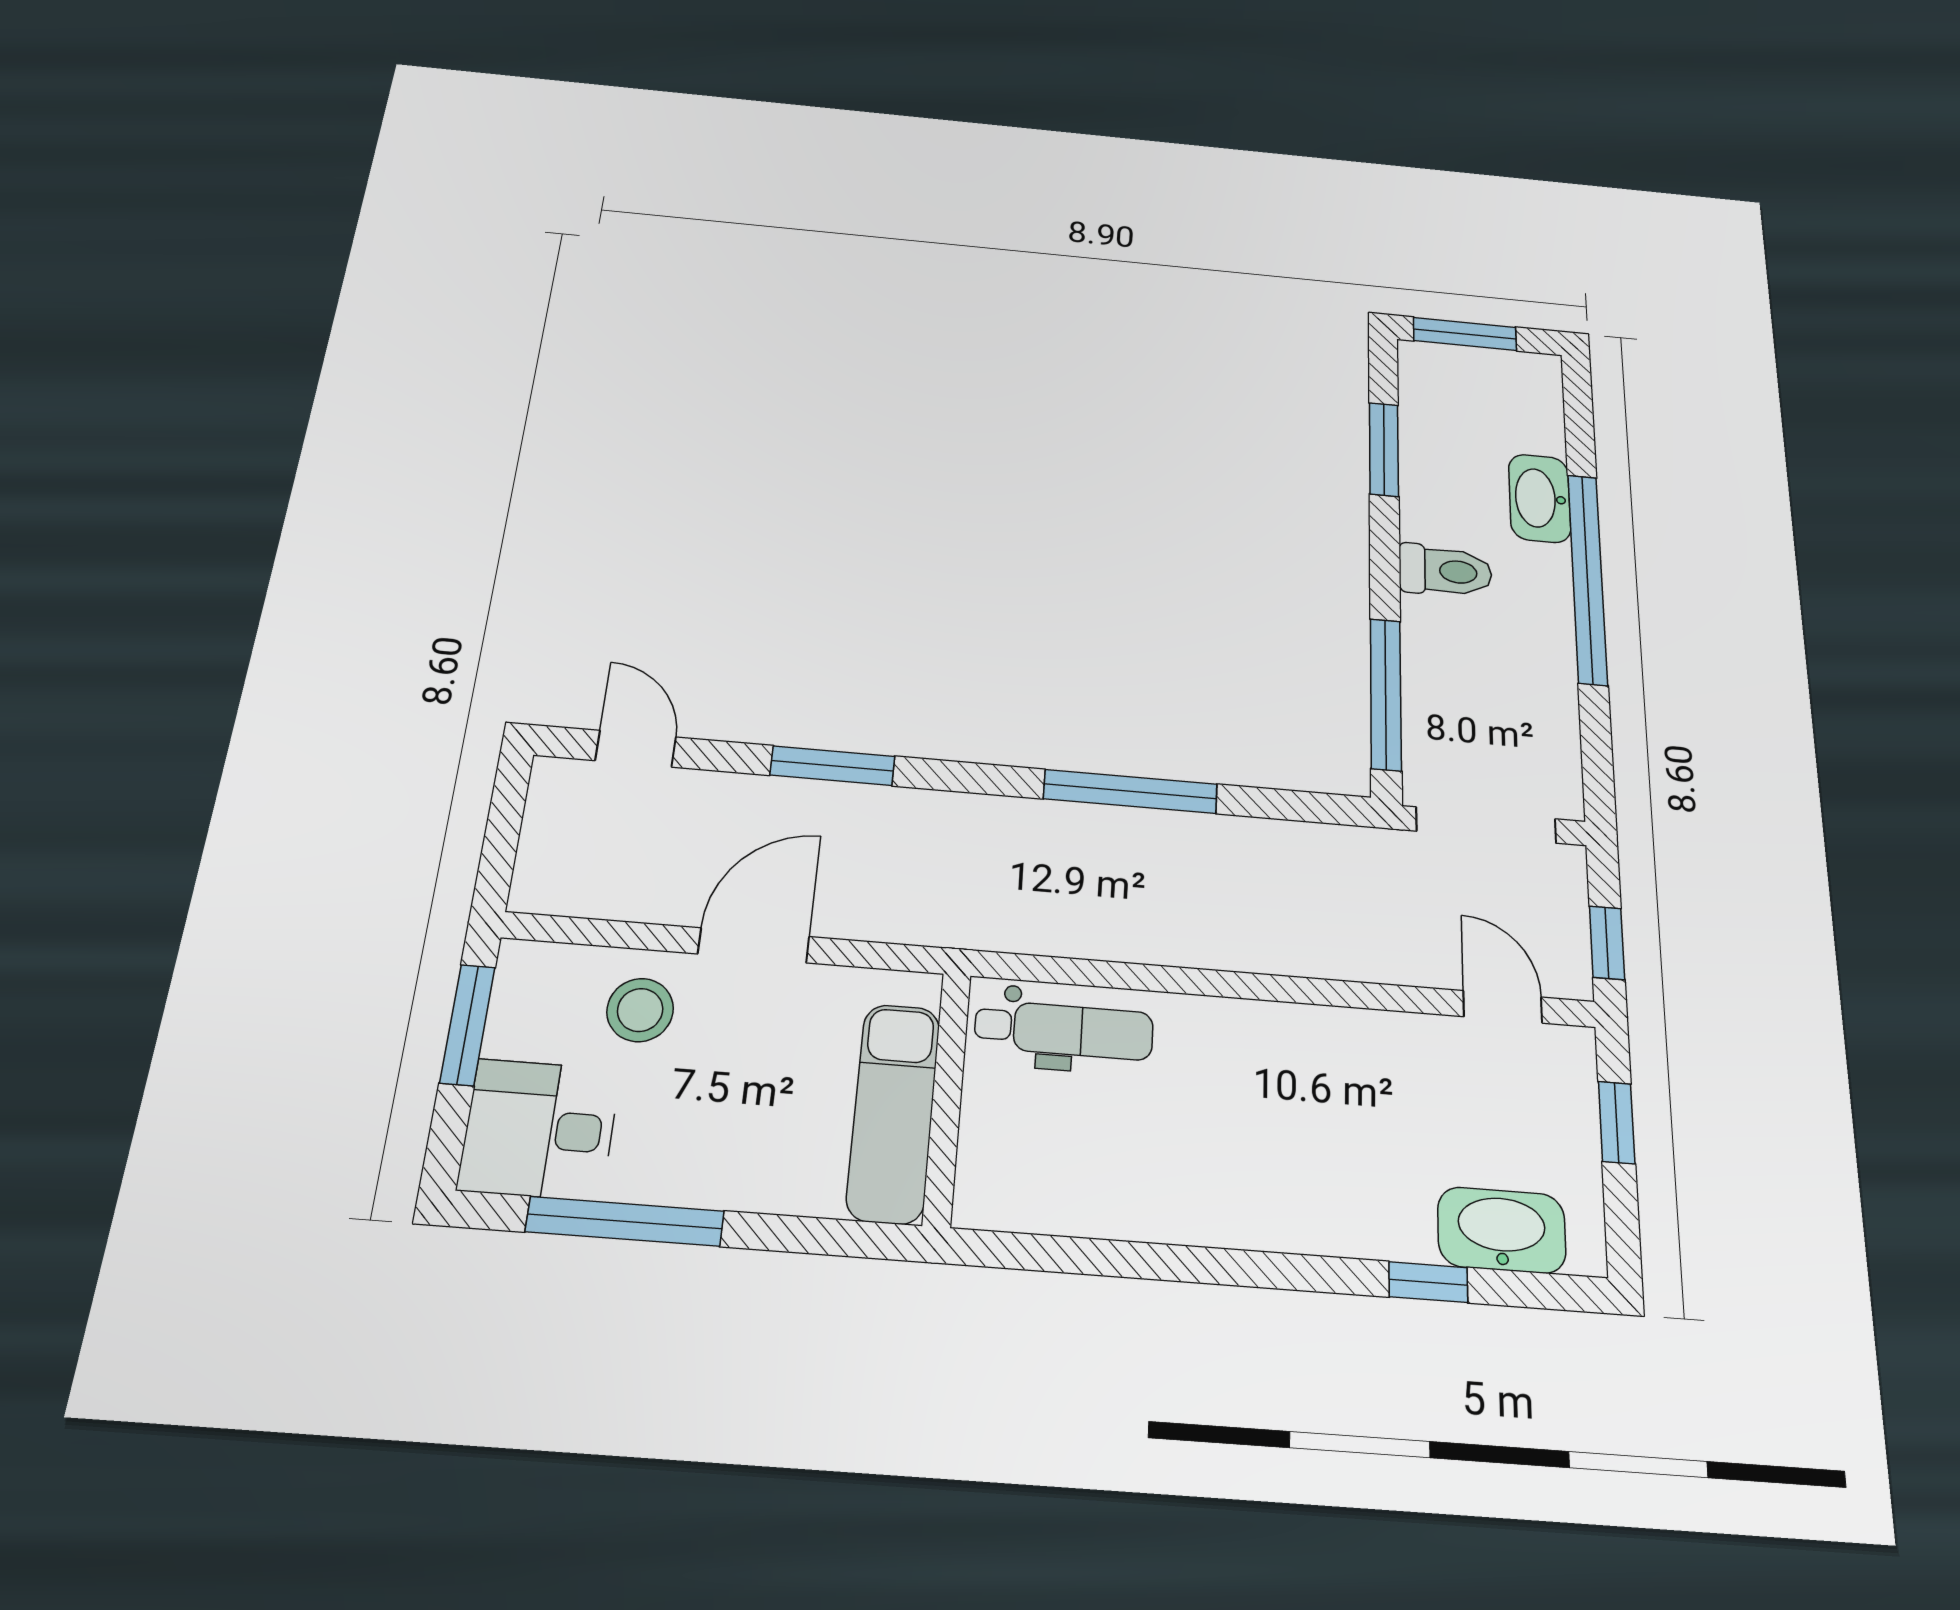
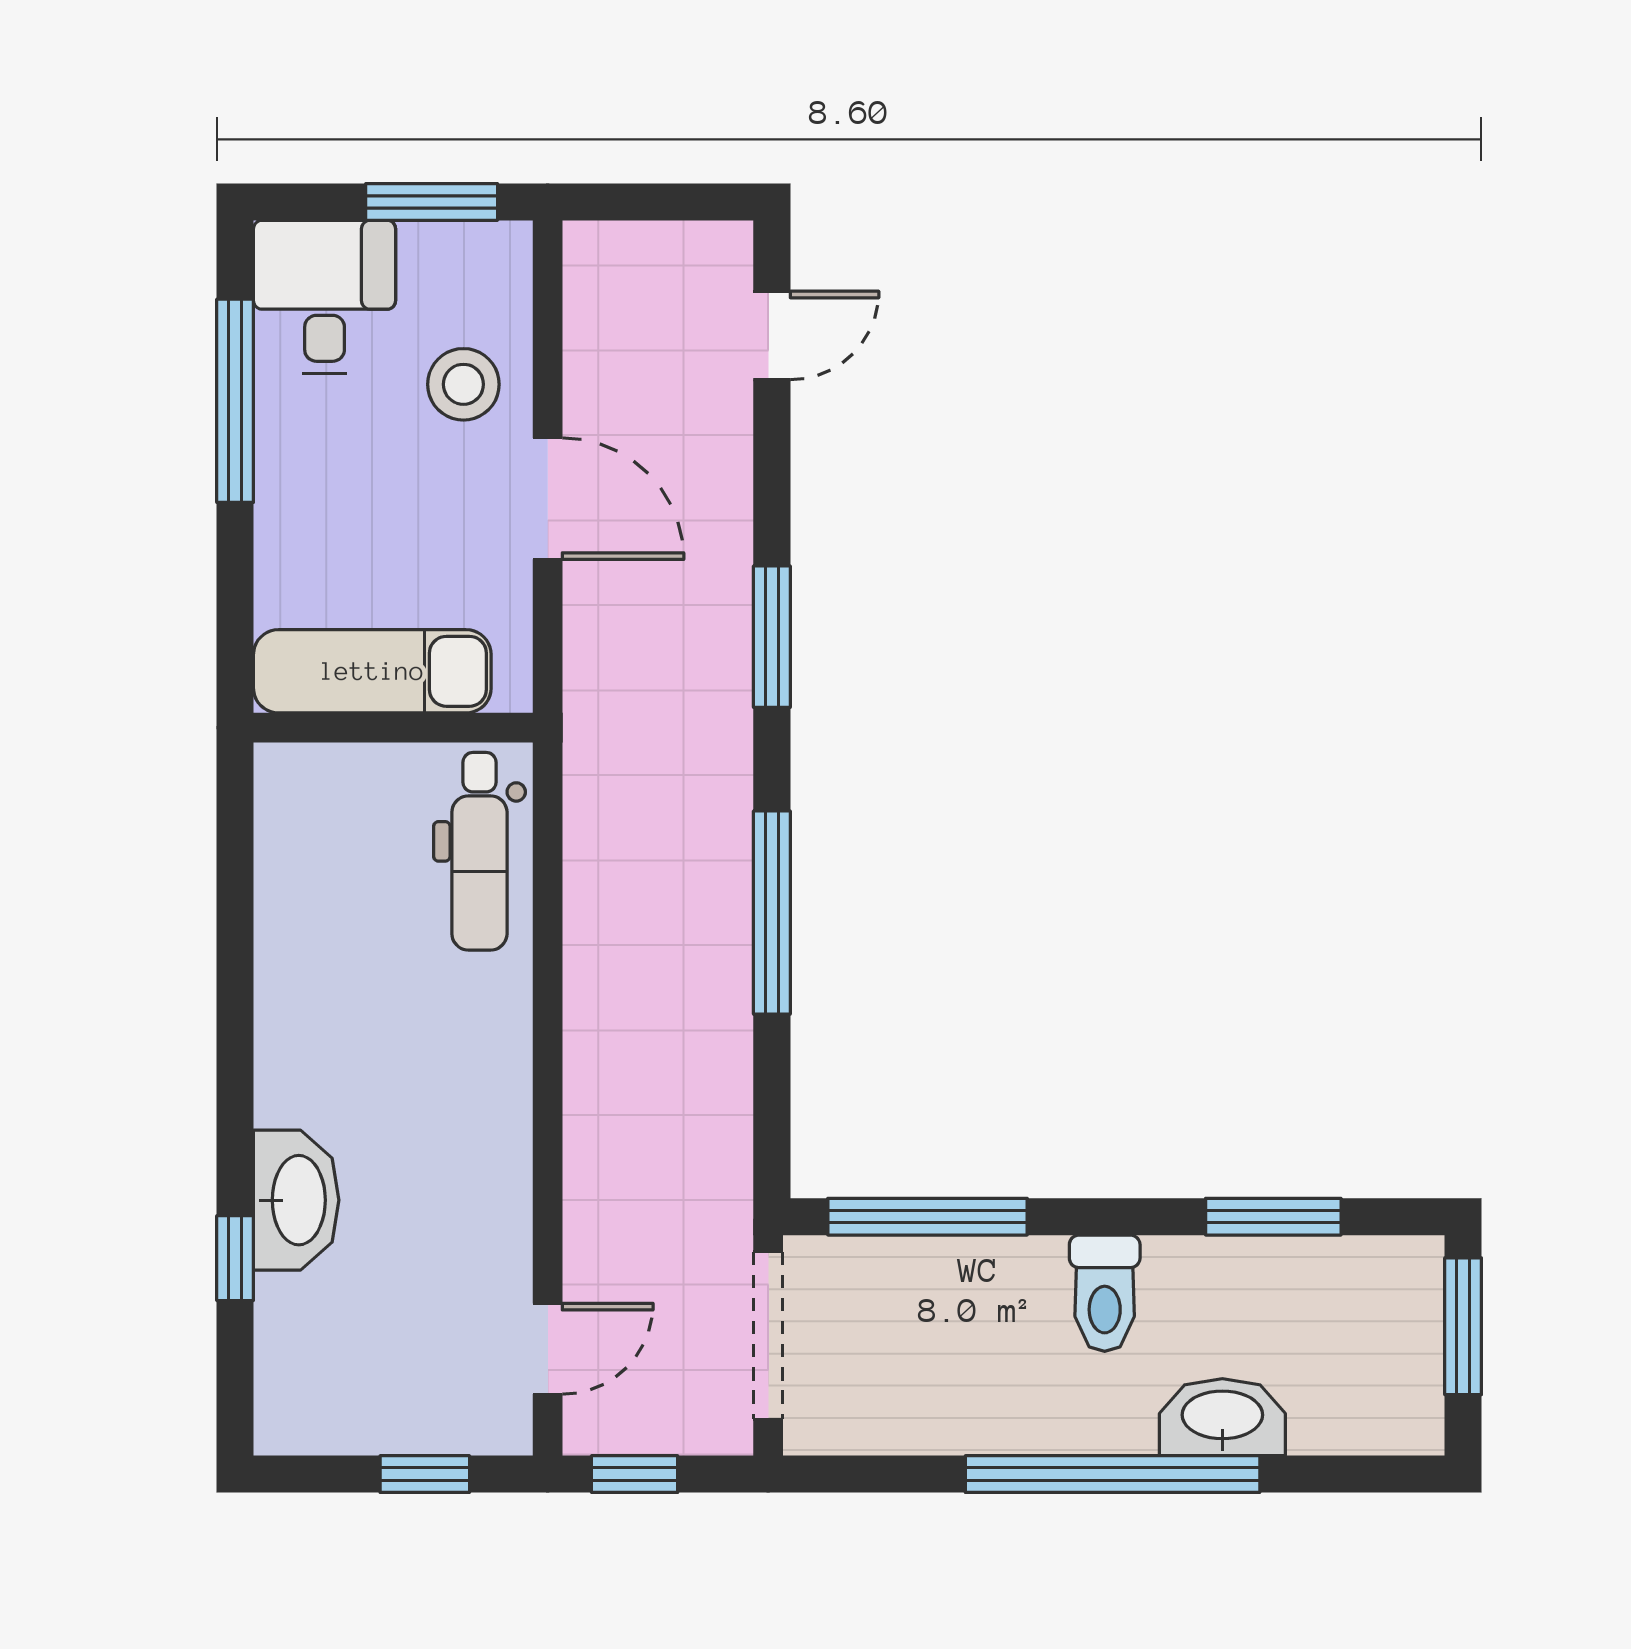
window: (832, 766) -> (772, 637), moved
washbasin: (1502, 1230) -> (296, 1200), moved

